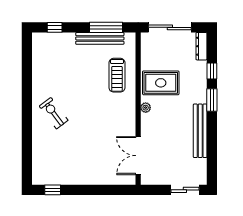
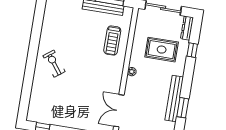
rug: (161, 83) -> (162, 50), moved
window: (212, 100) -> (183, 108), moved

